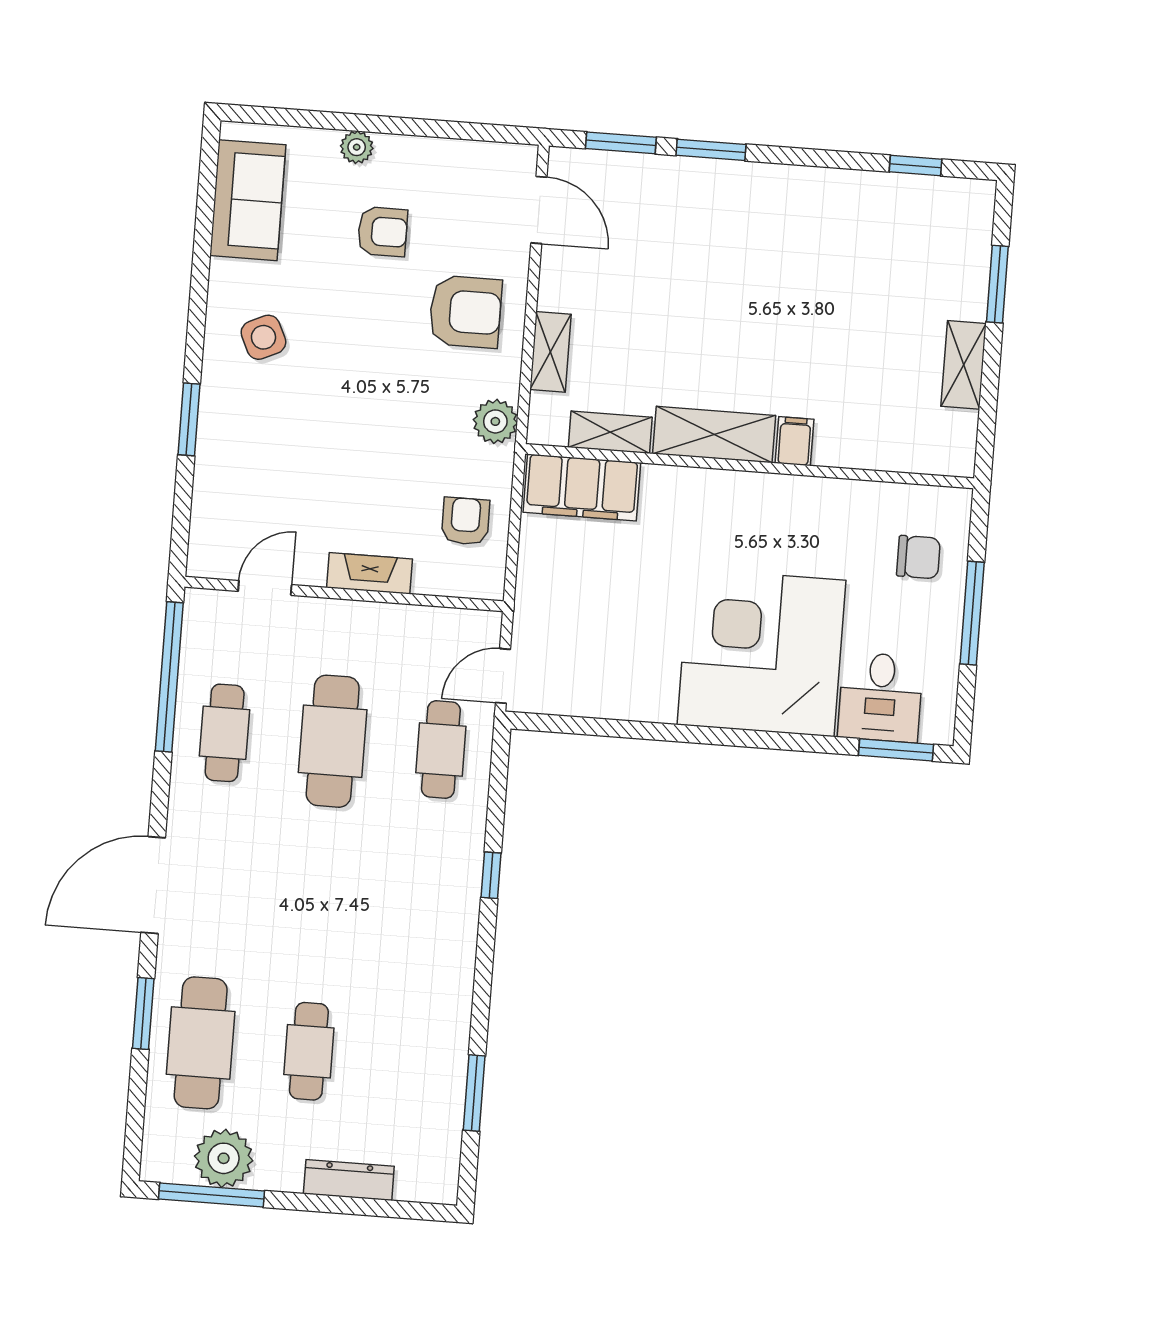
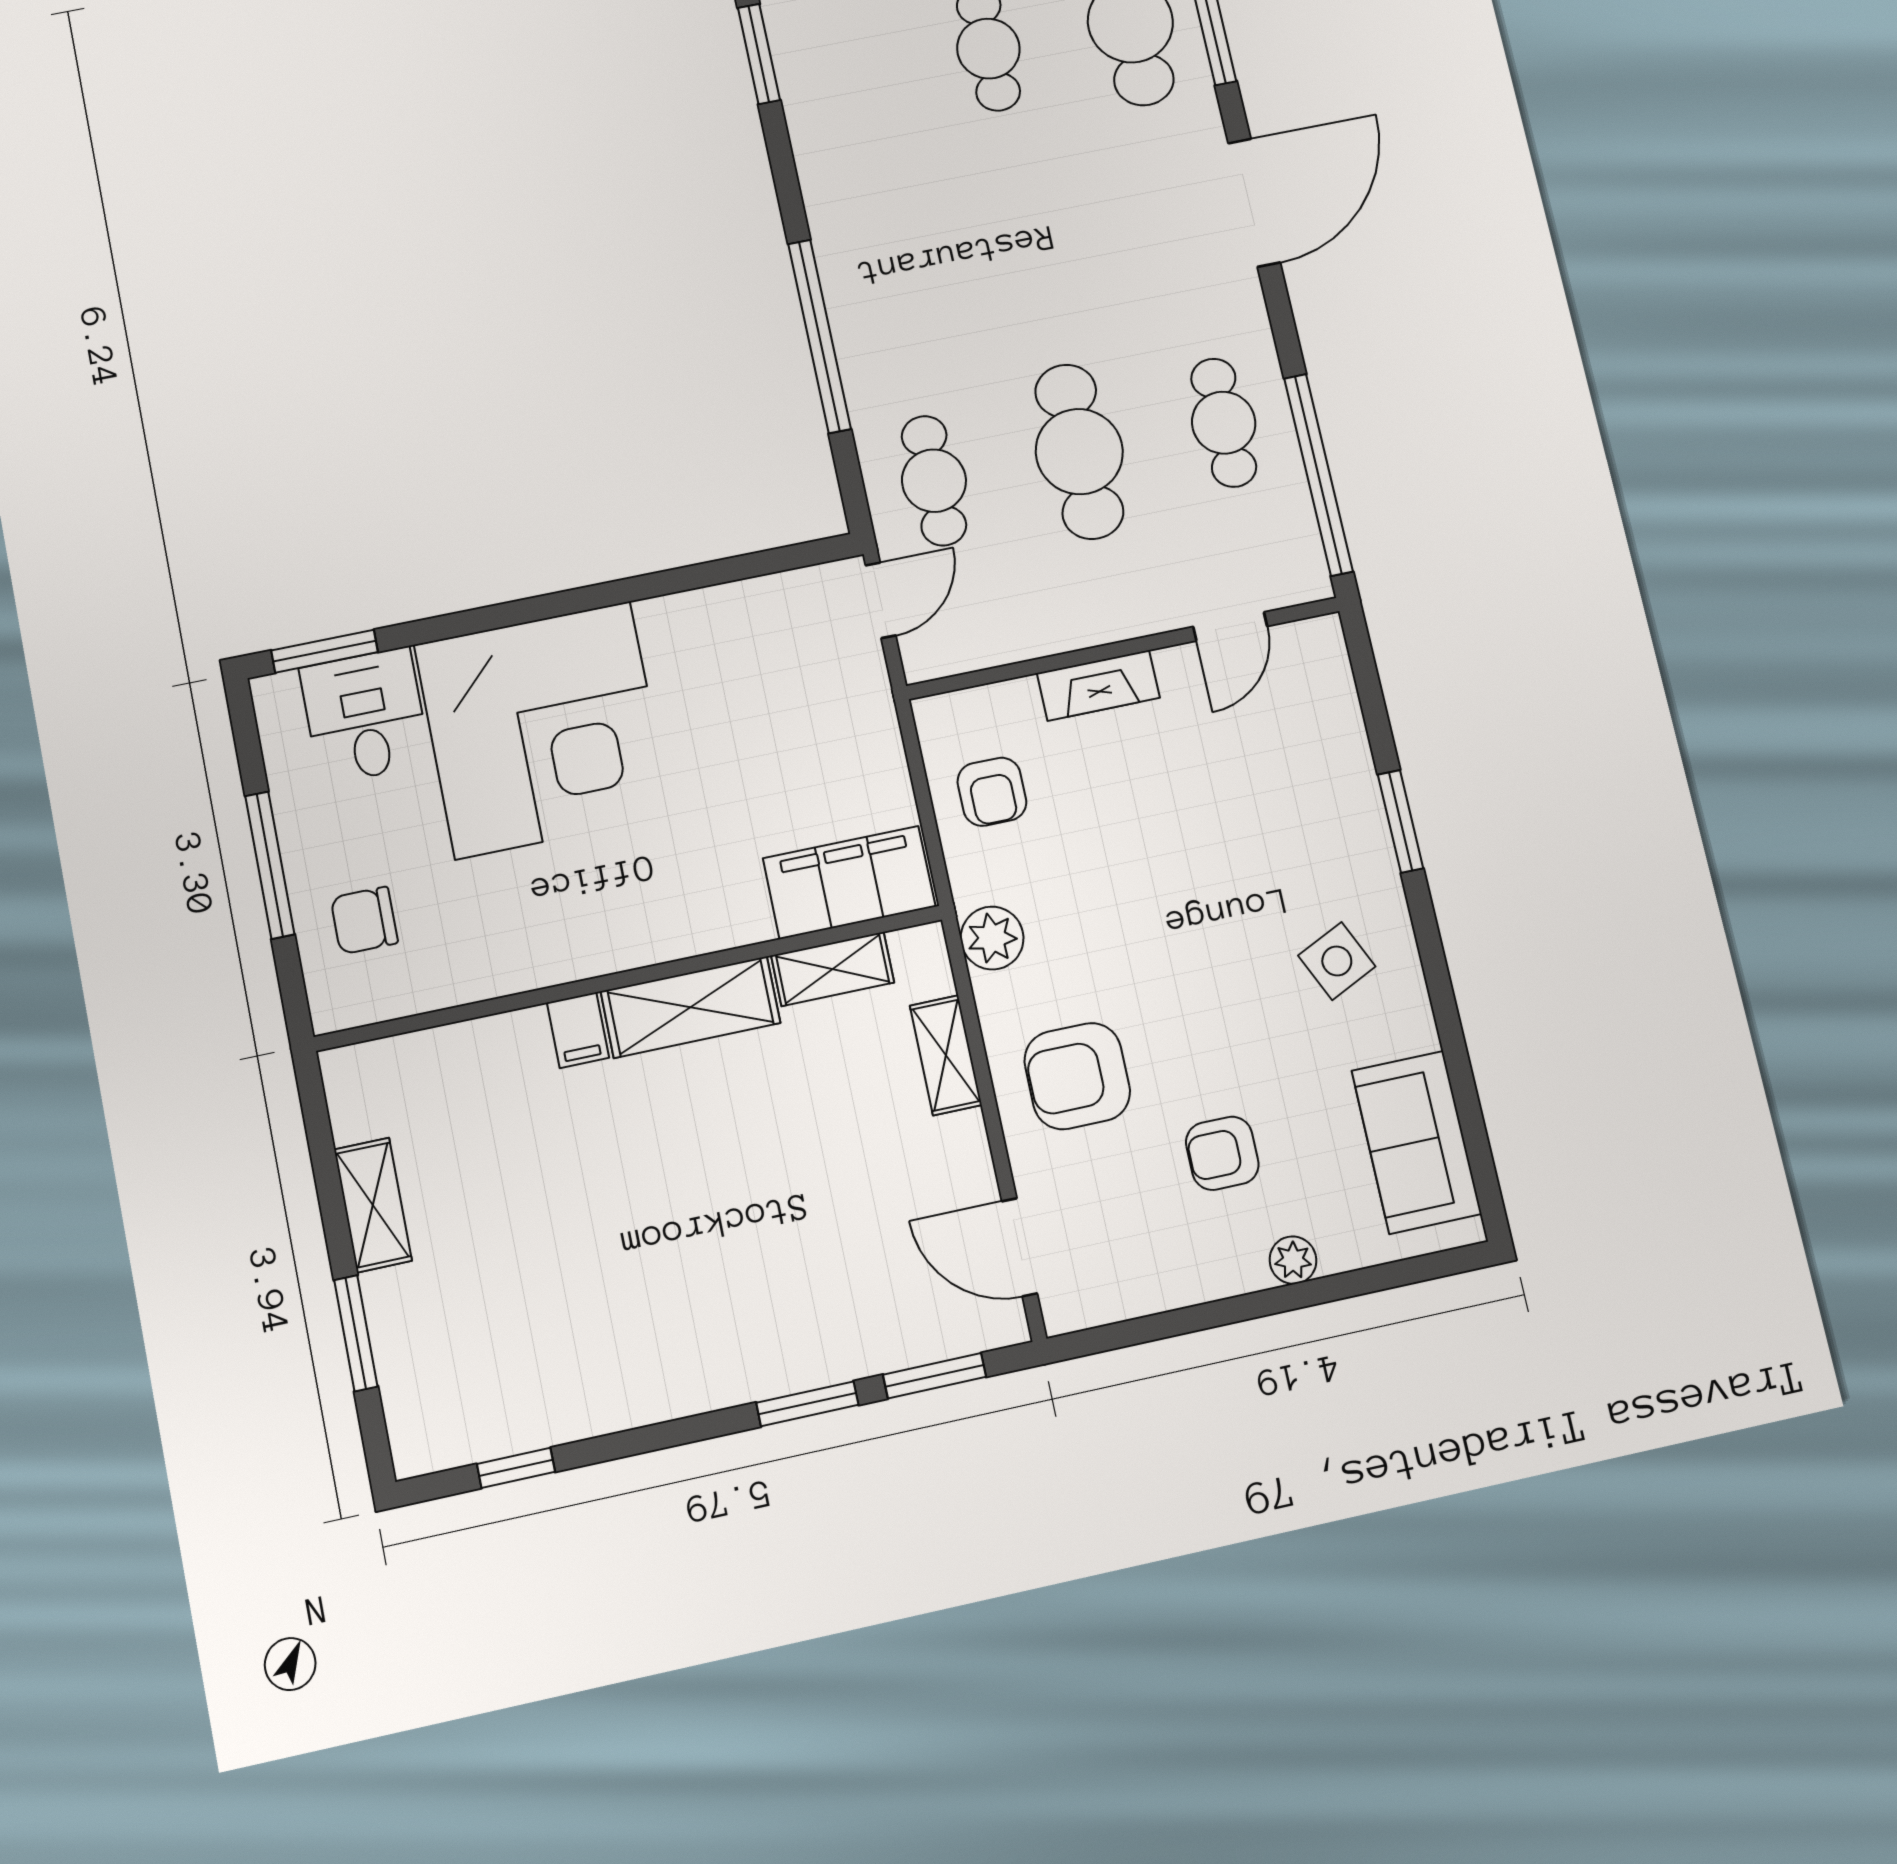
window: (491, 875) -> (819, 336), width x3.17

